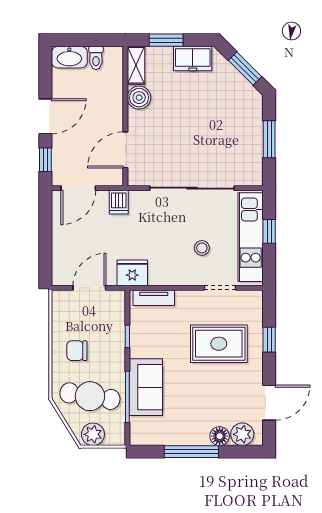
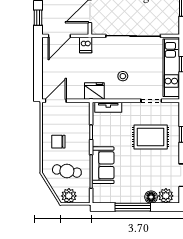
stool: (202, 248) -> (123, 76), moved
door: (89, 288) -> (56, 101), moved
cafe table: (90, 396) -> (67, 171), width x0.73, depth x0.74

